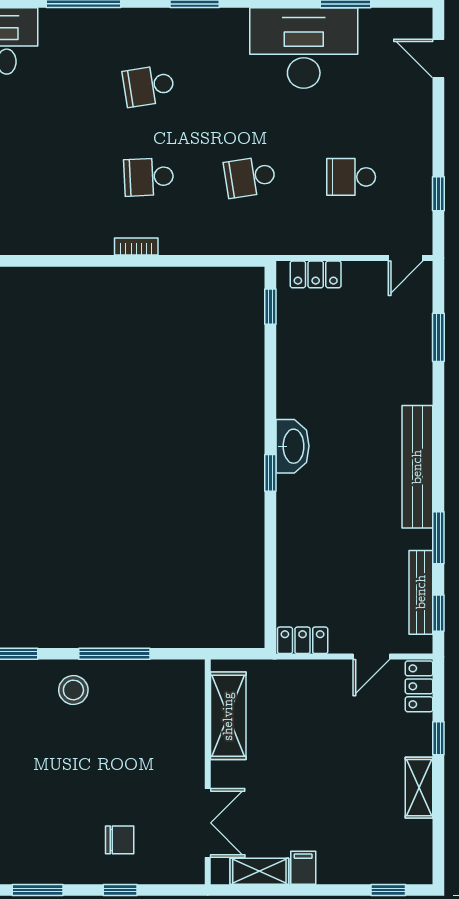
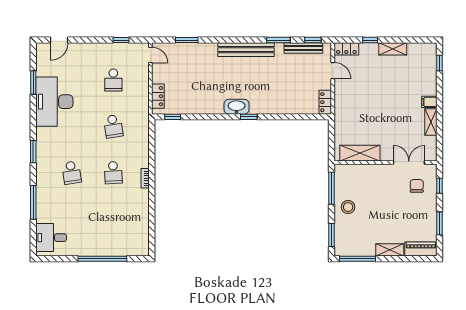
shelving: (228, 716) -> (360, 153), moved
wall: (208, 772) -> (386, 162), moved
double door: (208, 823) -> (409, 162), moved

